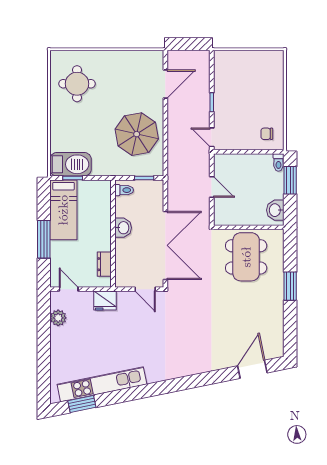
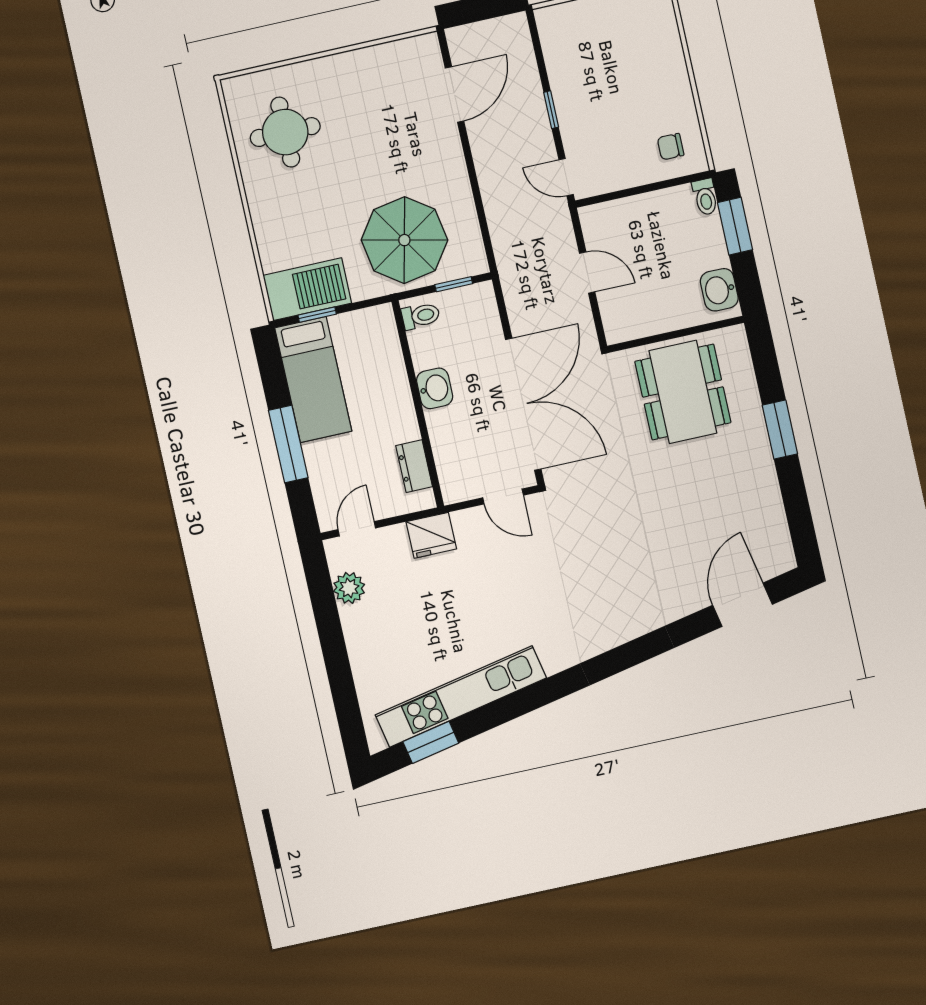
parasol: (137, 134) -> (404, 240), moved
door: (69, 289) -> (357, 529), hinge flipped

